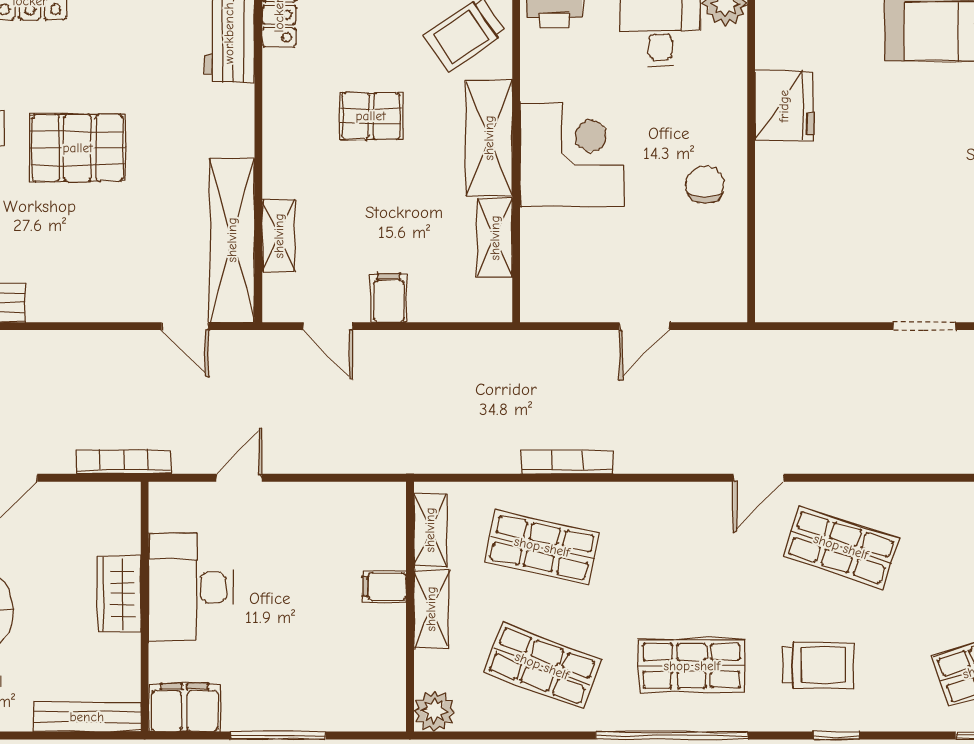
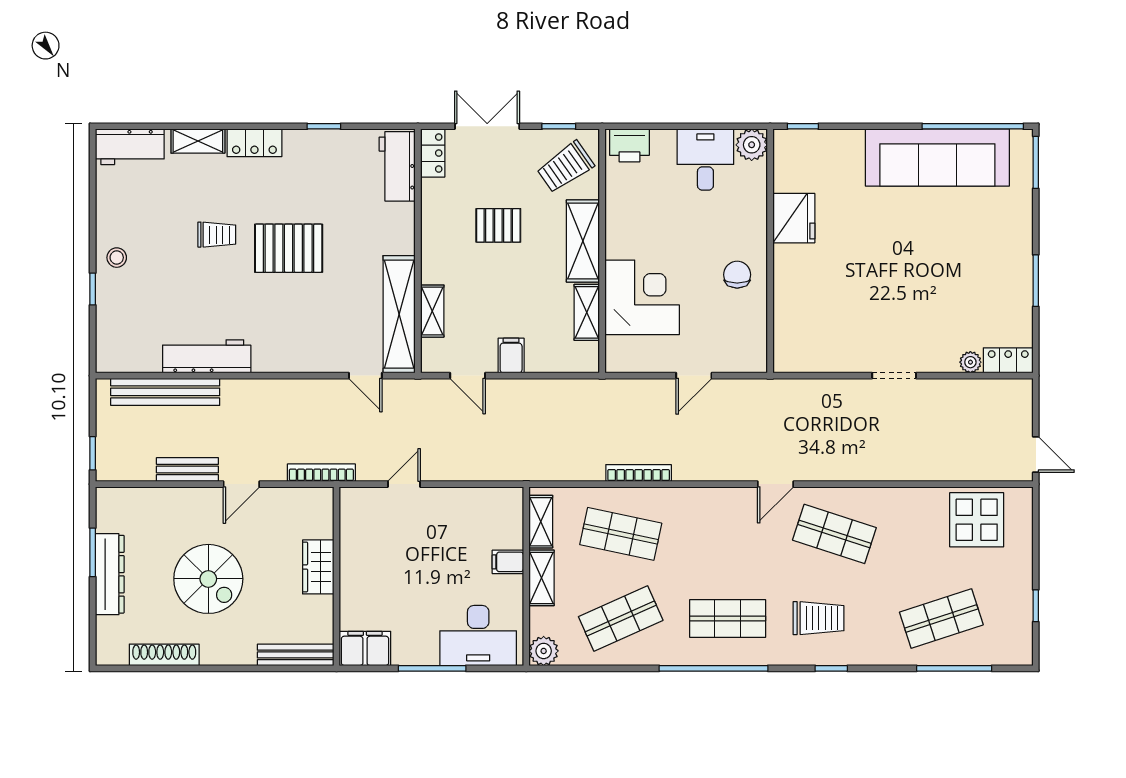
corner desk: (572, 155) -> (642, 297), moved
desk: (190, 587) -> (478, 636), moved, turned -90
shop shelf: (542, 666) -> (621, 618), turned -45

